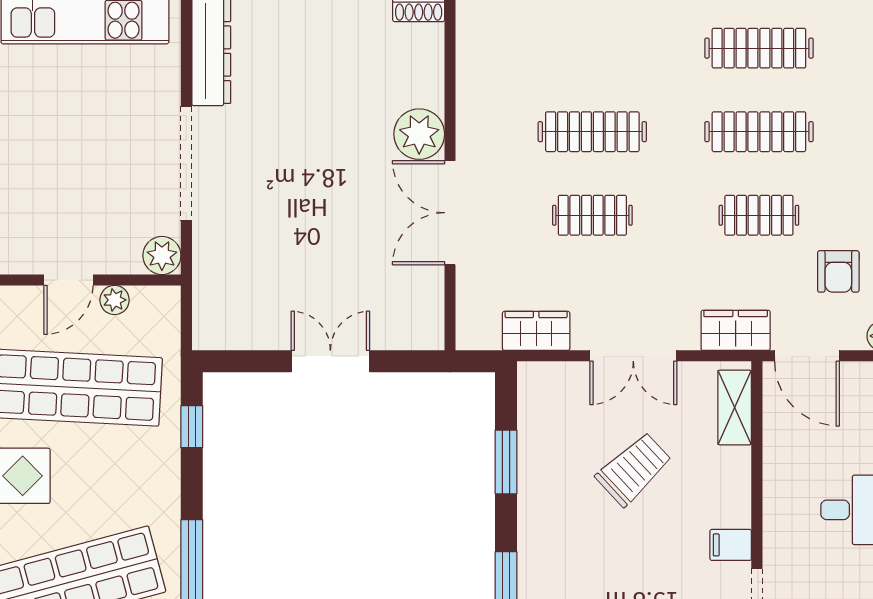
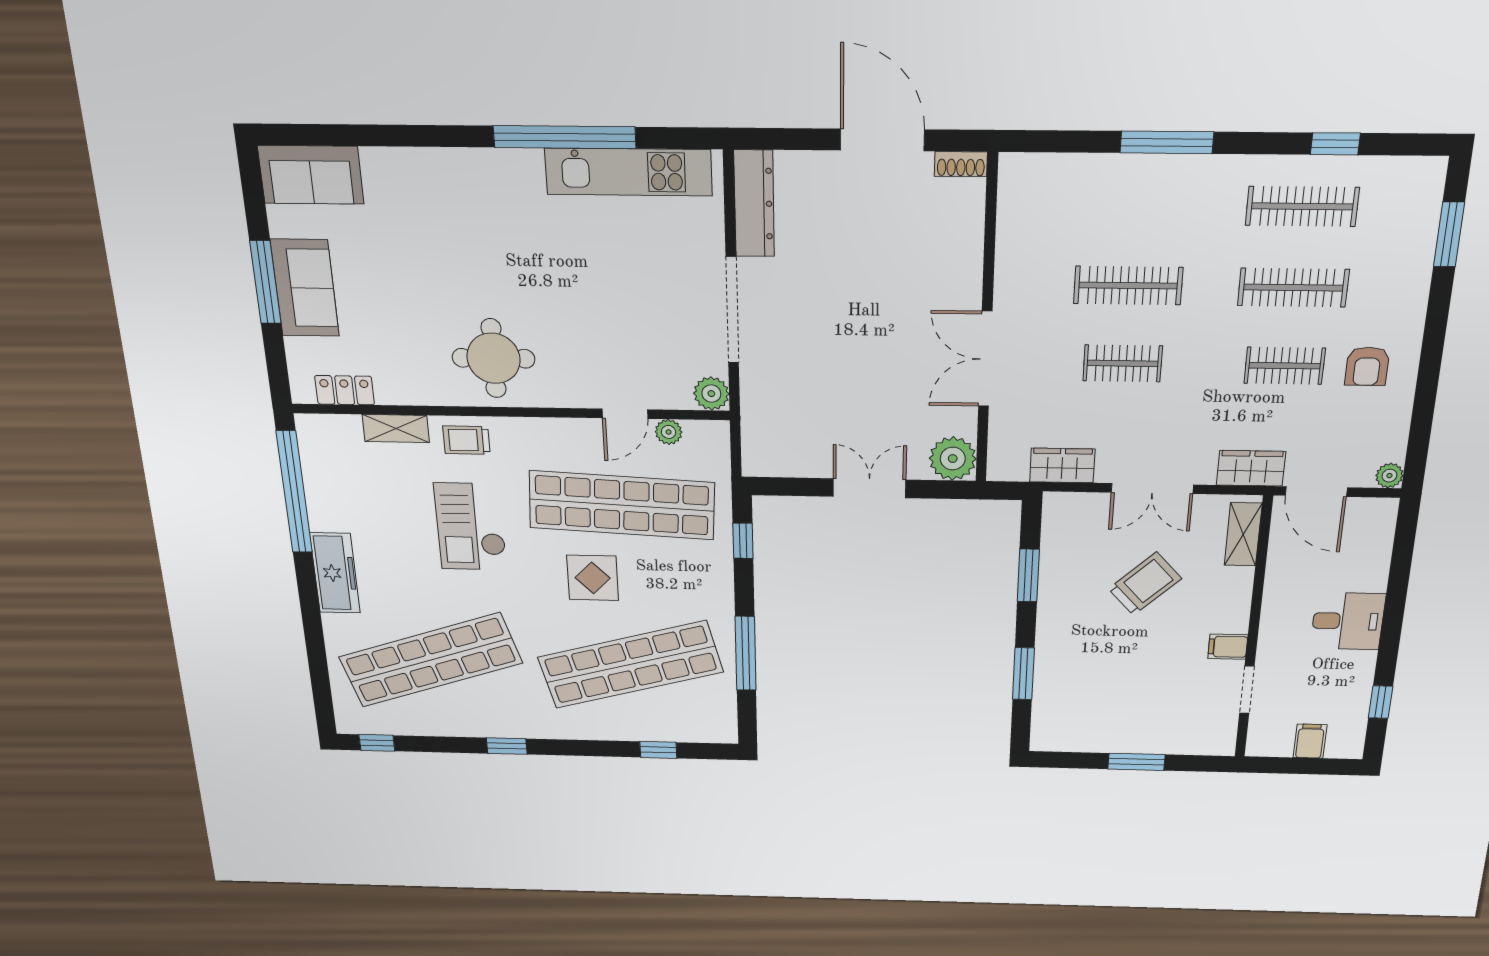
plant: (419, 134) -> (953, 459), moved
armchair: (838, 271) -> (1367, 366), moved

